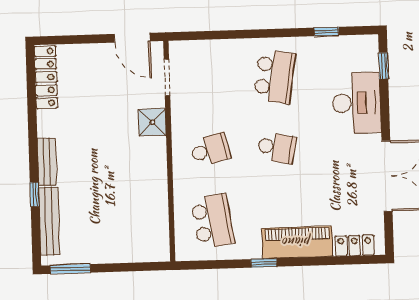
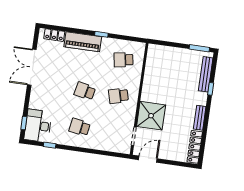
door: (132, 38) -> (148, 159), hinge flipped
school desk: (275, 76) -> (80, 127), width x0.54
desk: (357, 103) -> (38, 126), moved
shower: (152, 122) -> (151, 116), width x1.86, depth x1.86
bench: (47, 162) -> (200, 118), moved
school desk: (213, 221) -> (123, 60), width x0.54

